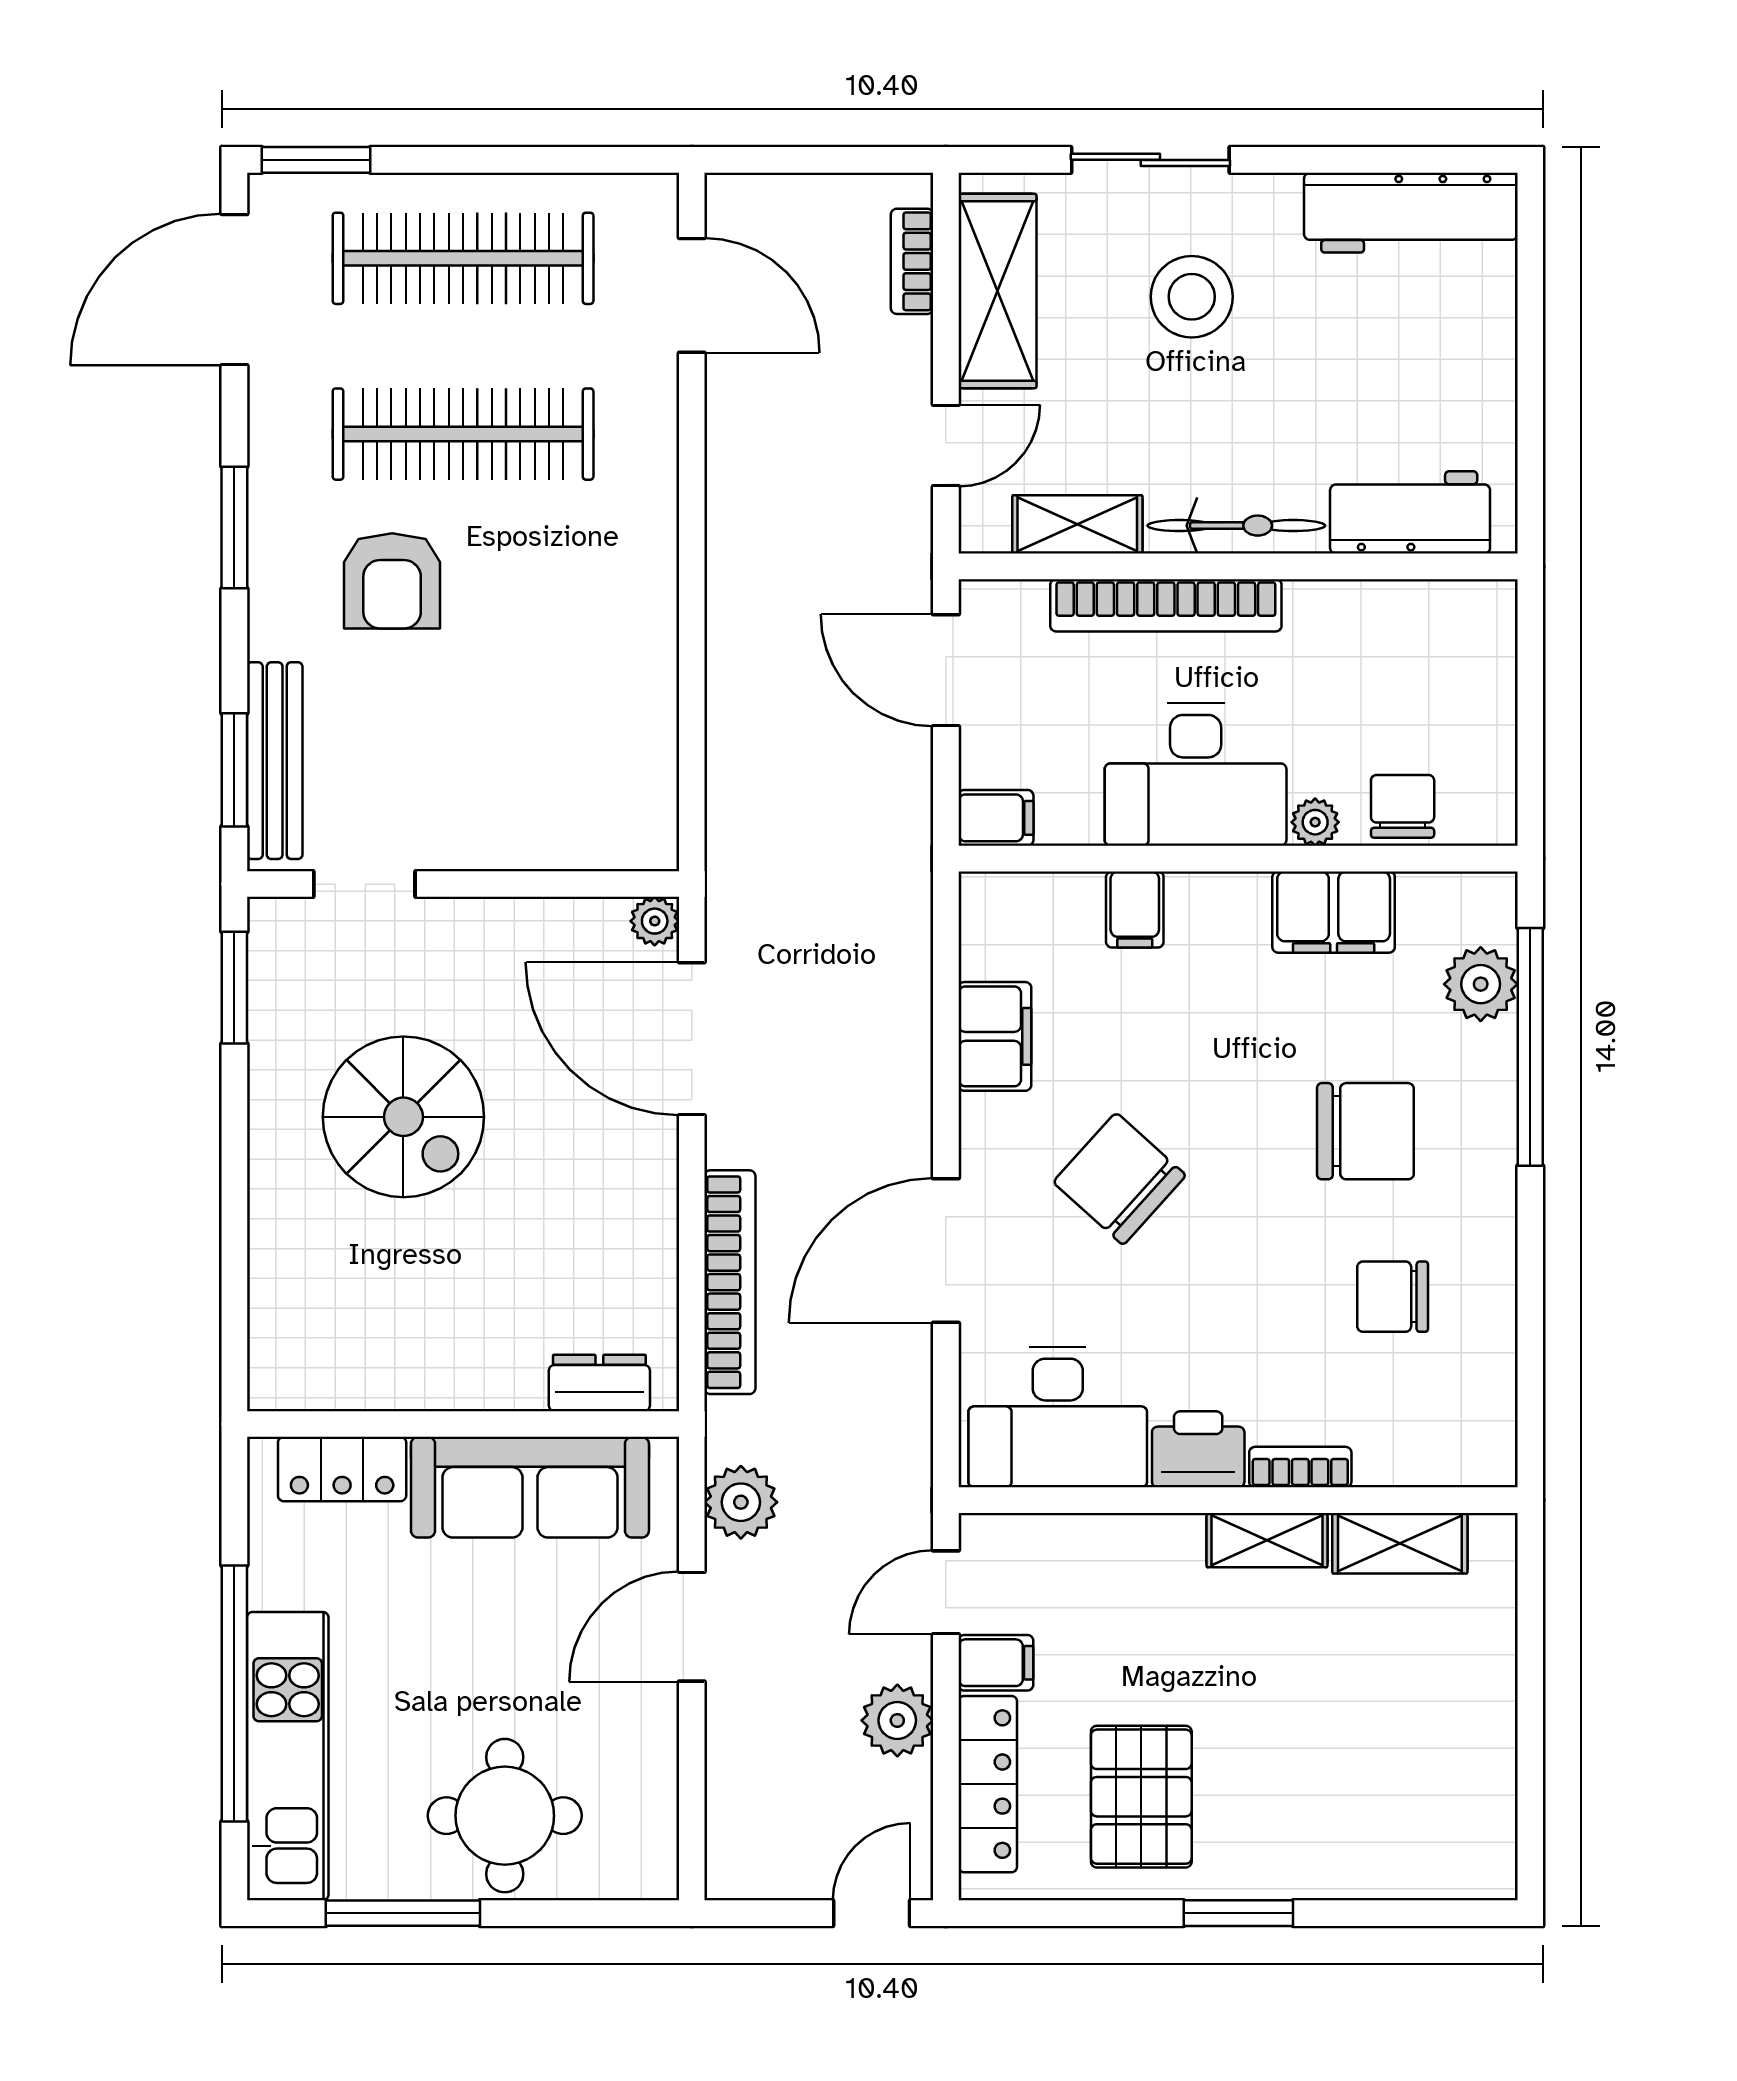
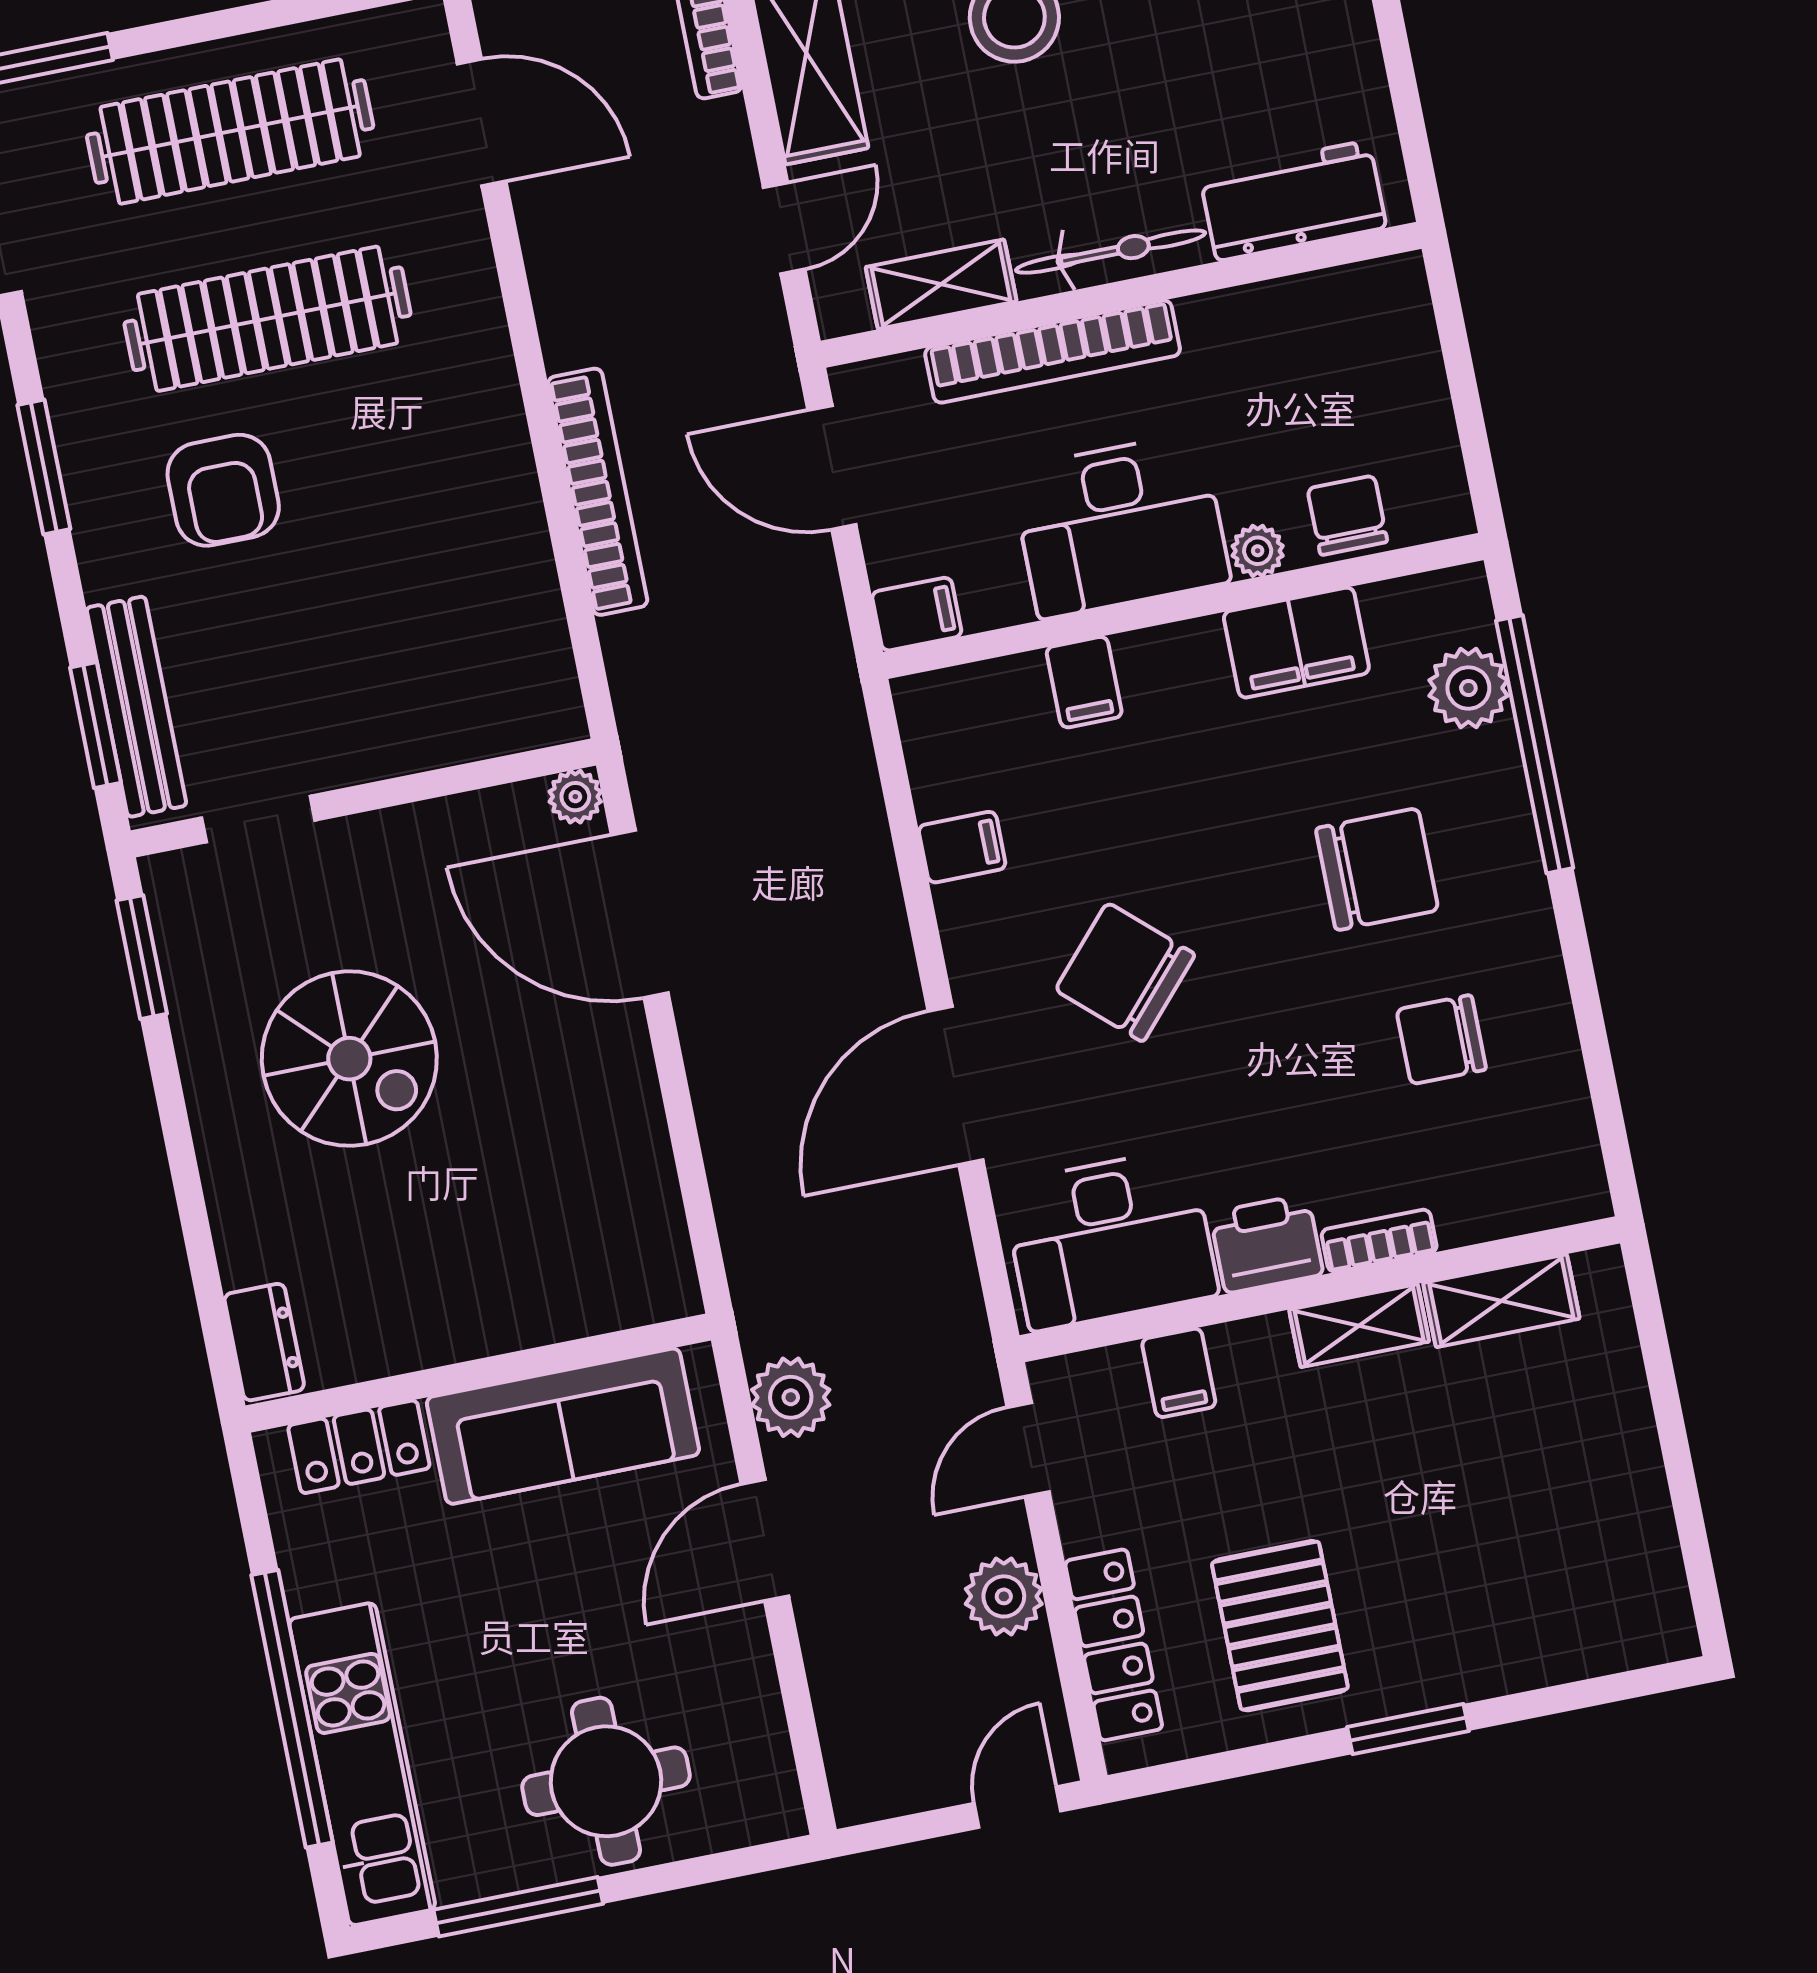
filing cabinet: (995, 1036) -> (962, 847), width x0.50
bookcase: (730, 1282) -> (598, 492), moved
dresser: (599, 1383) -> (264, 1342), moved, turned 90
filing cabinet: (996, 1663) -> (1179, 1373), moved, turned 90

